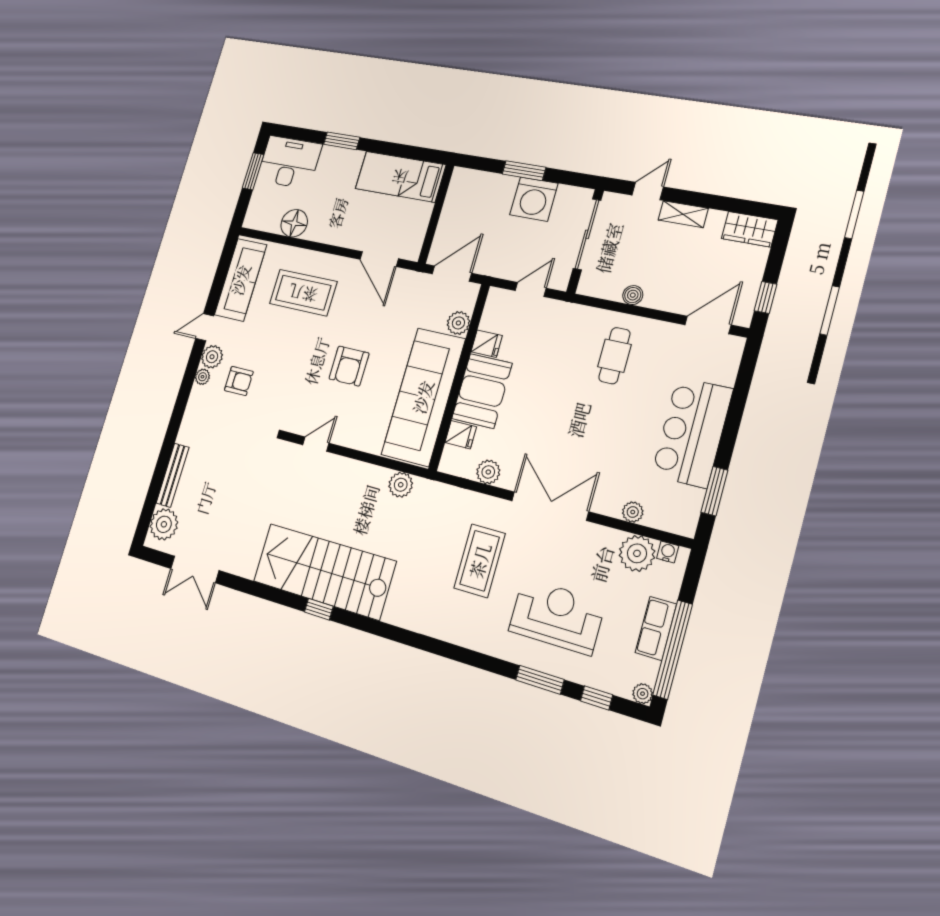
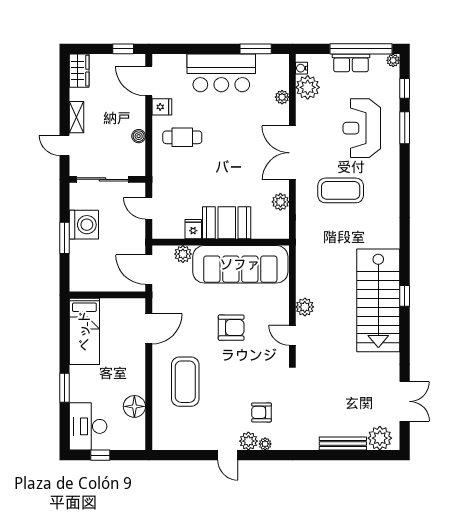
window: (253, 171) -> (100, 455), width x0.67
sofa: (241, 280) -> (186, 437), removed
armchair: (239, 381) -> (261, 412), turned -90
fridge: (461, 435) -> (162, 107), moved, turned 90
plant: (401, 485) -> (305, 307), moved

